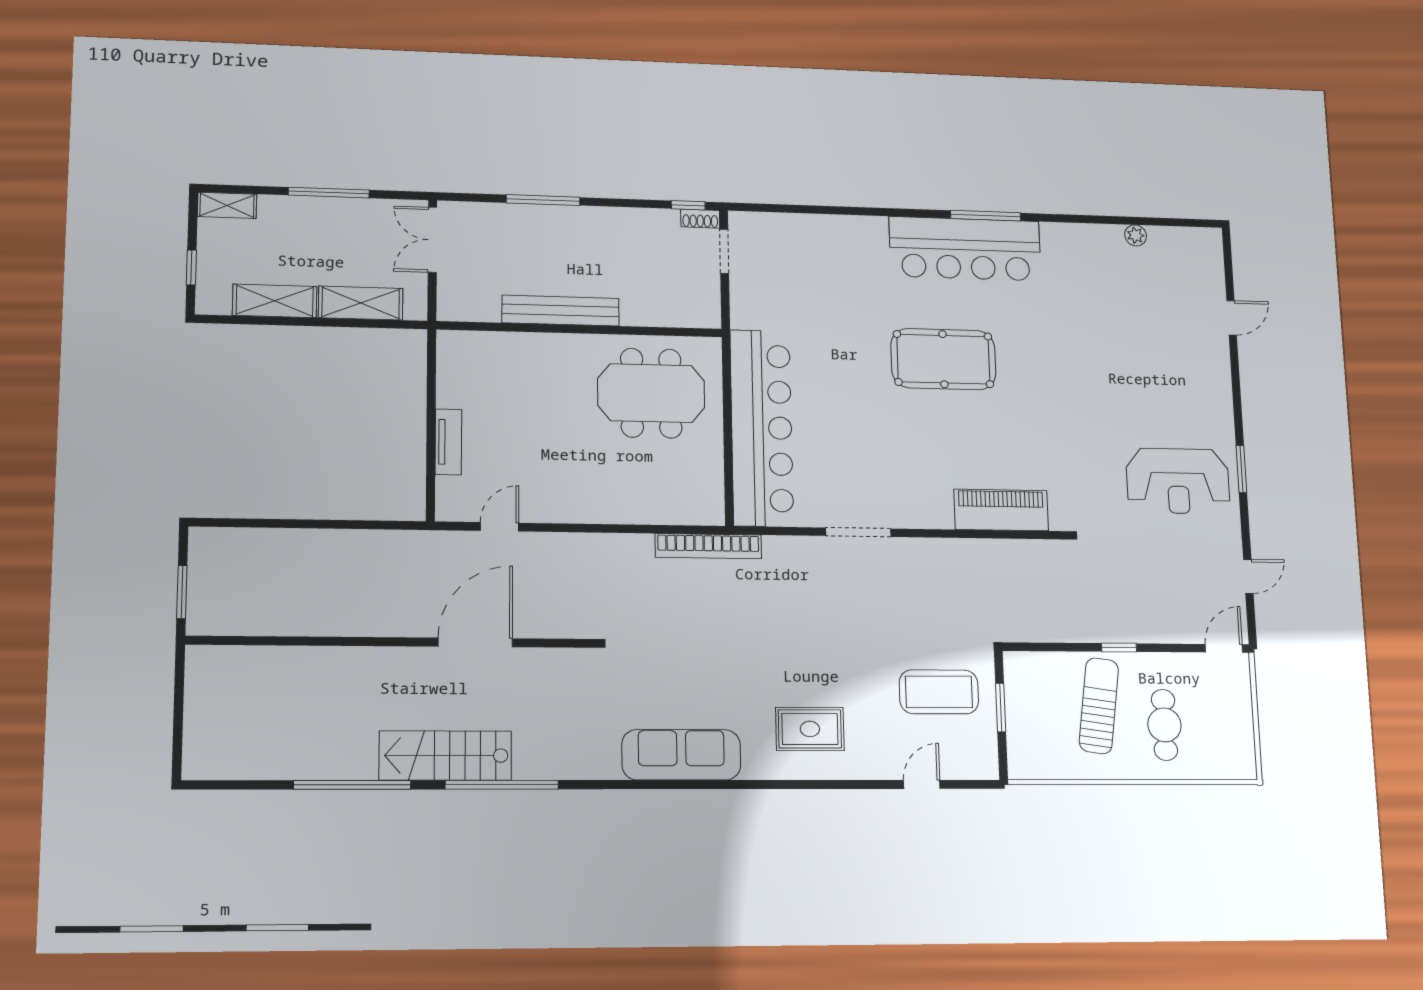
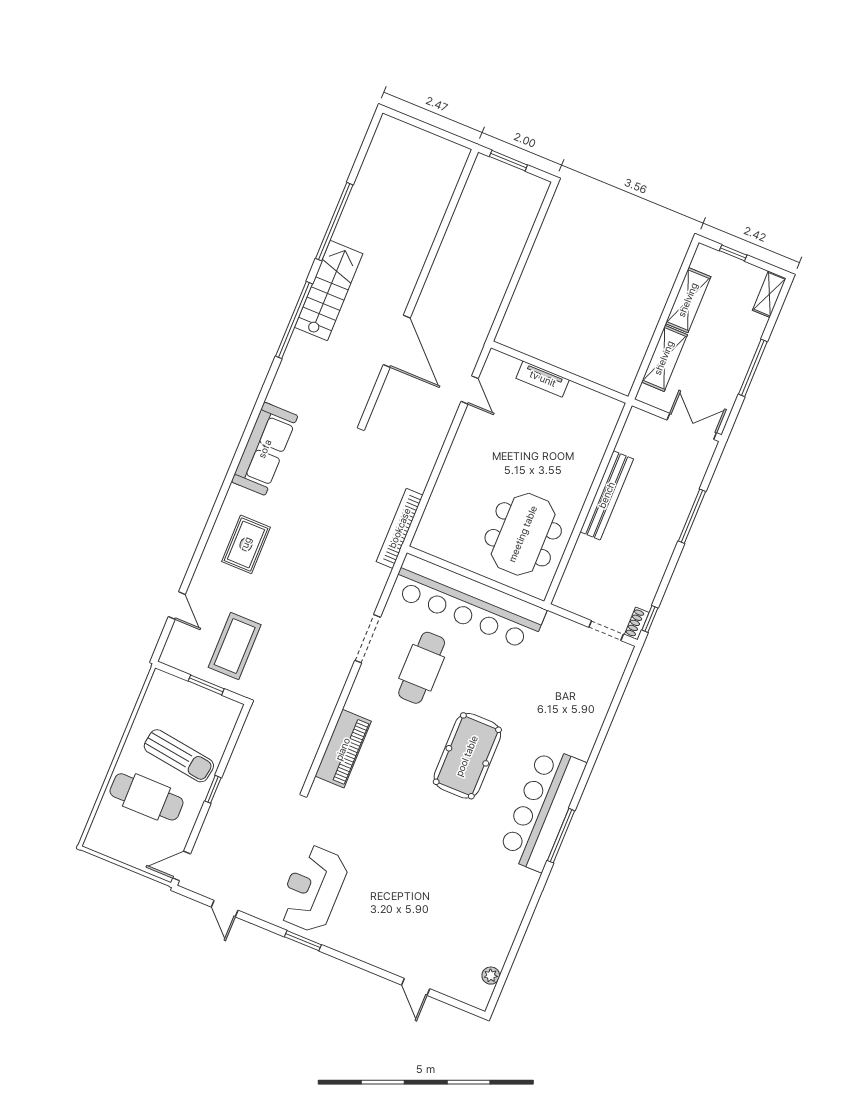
plant: (1136, 235) -> (491, 976), moved
cafe table: (864, 453) -> (422, 668), added
door: (1224, 648) -> (182, 866), swing flipped
cafe table: (1164, 725) -> (147, 797), width x1.37, depth x1.35

